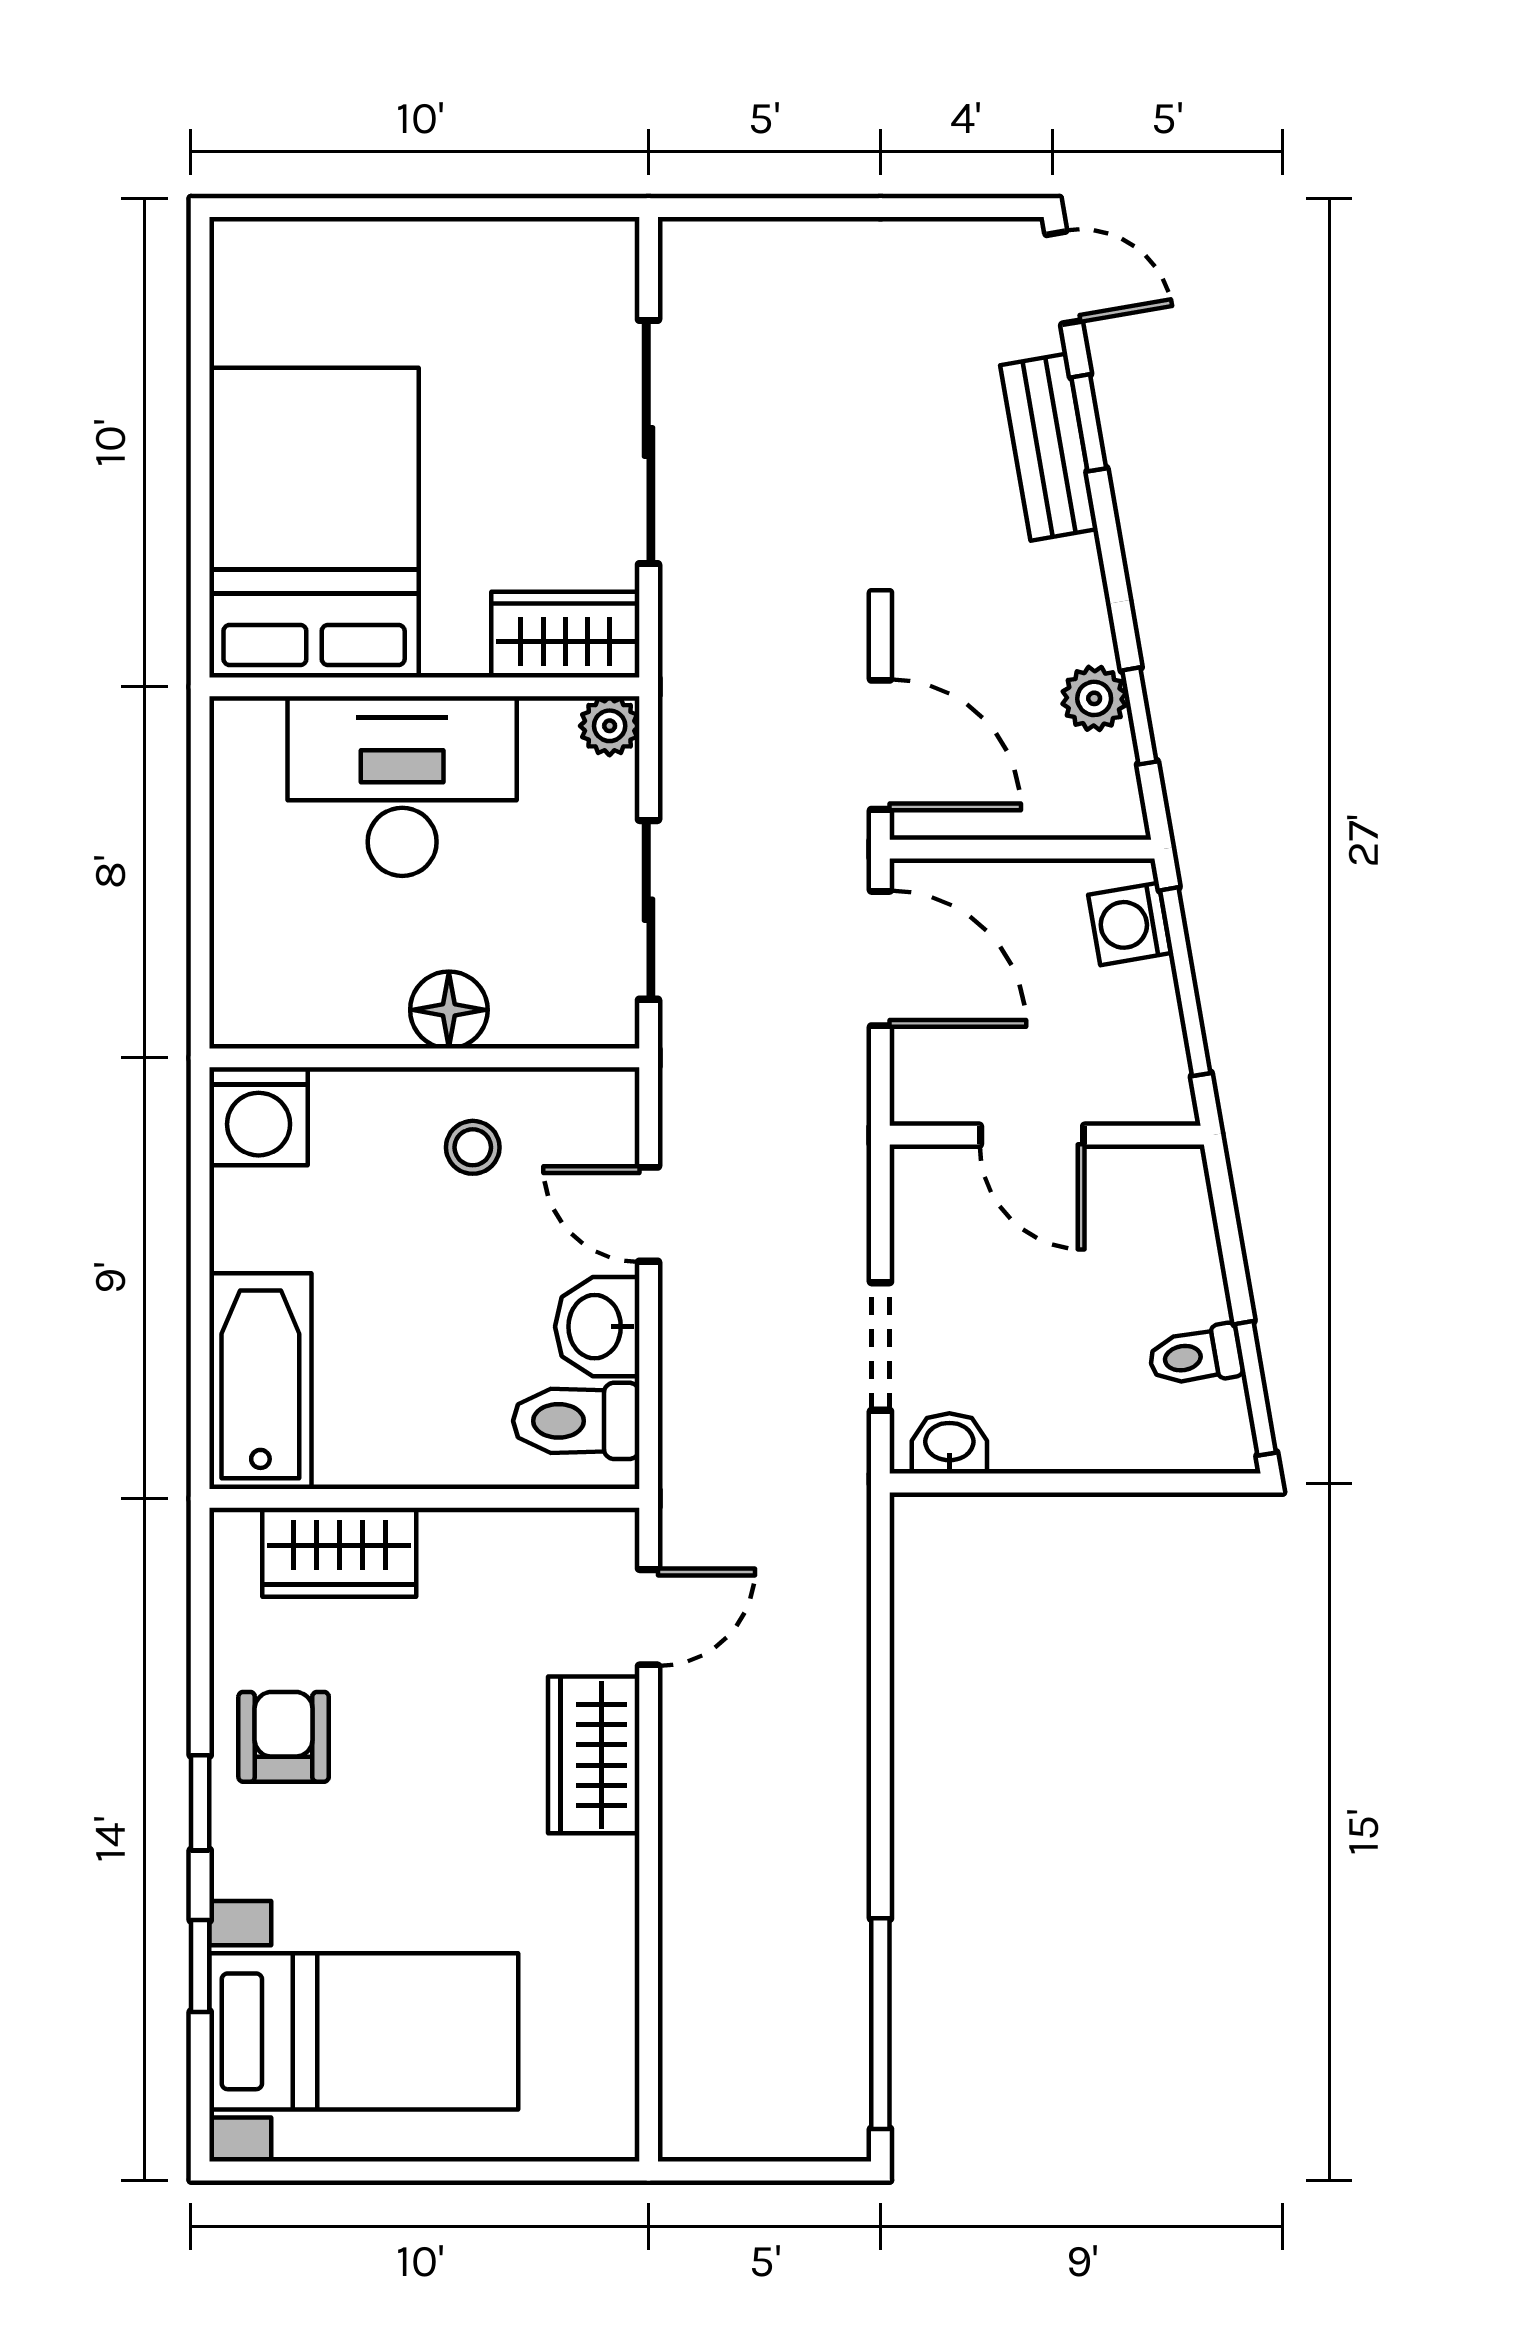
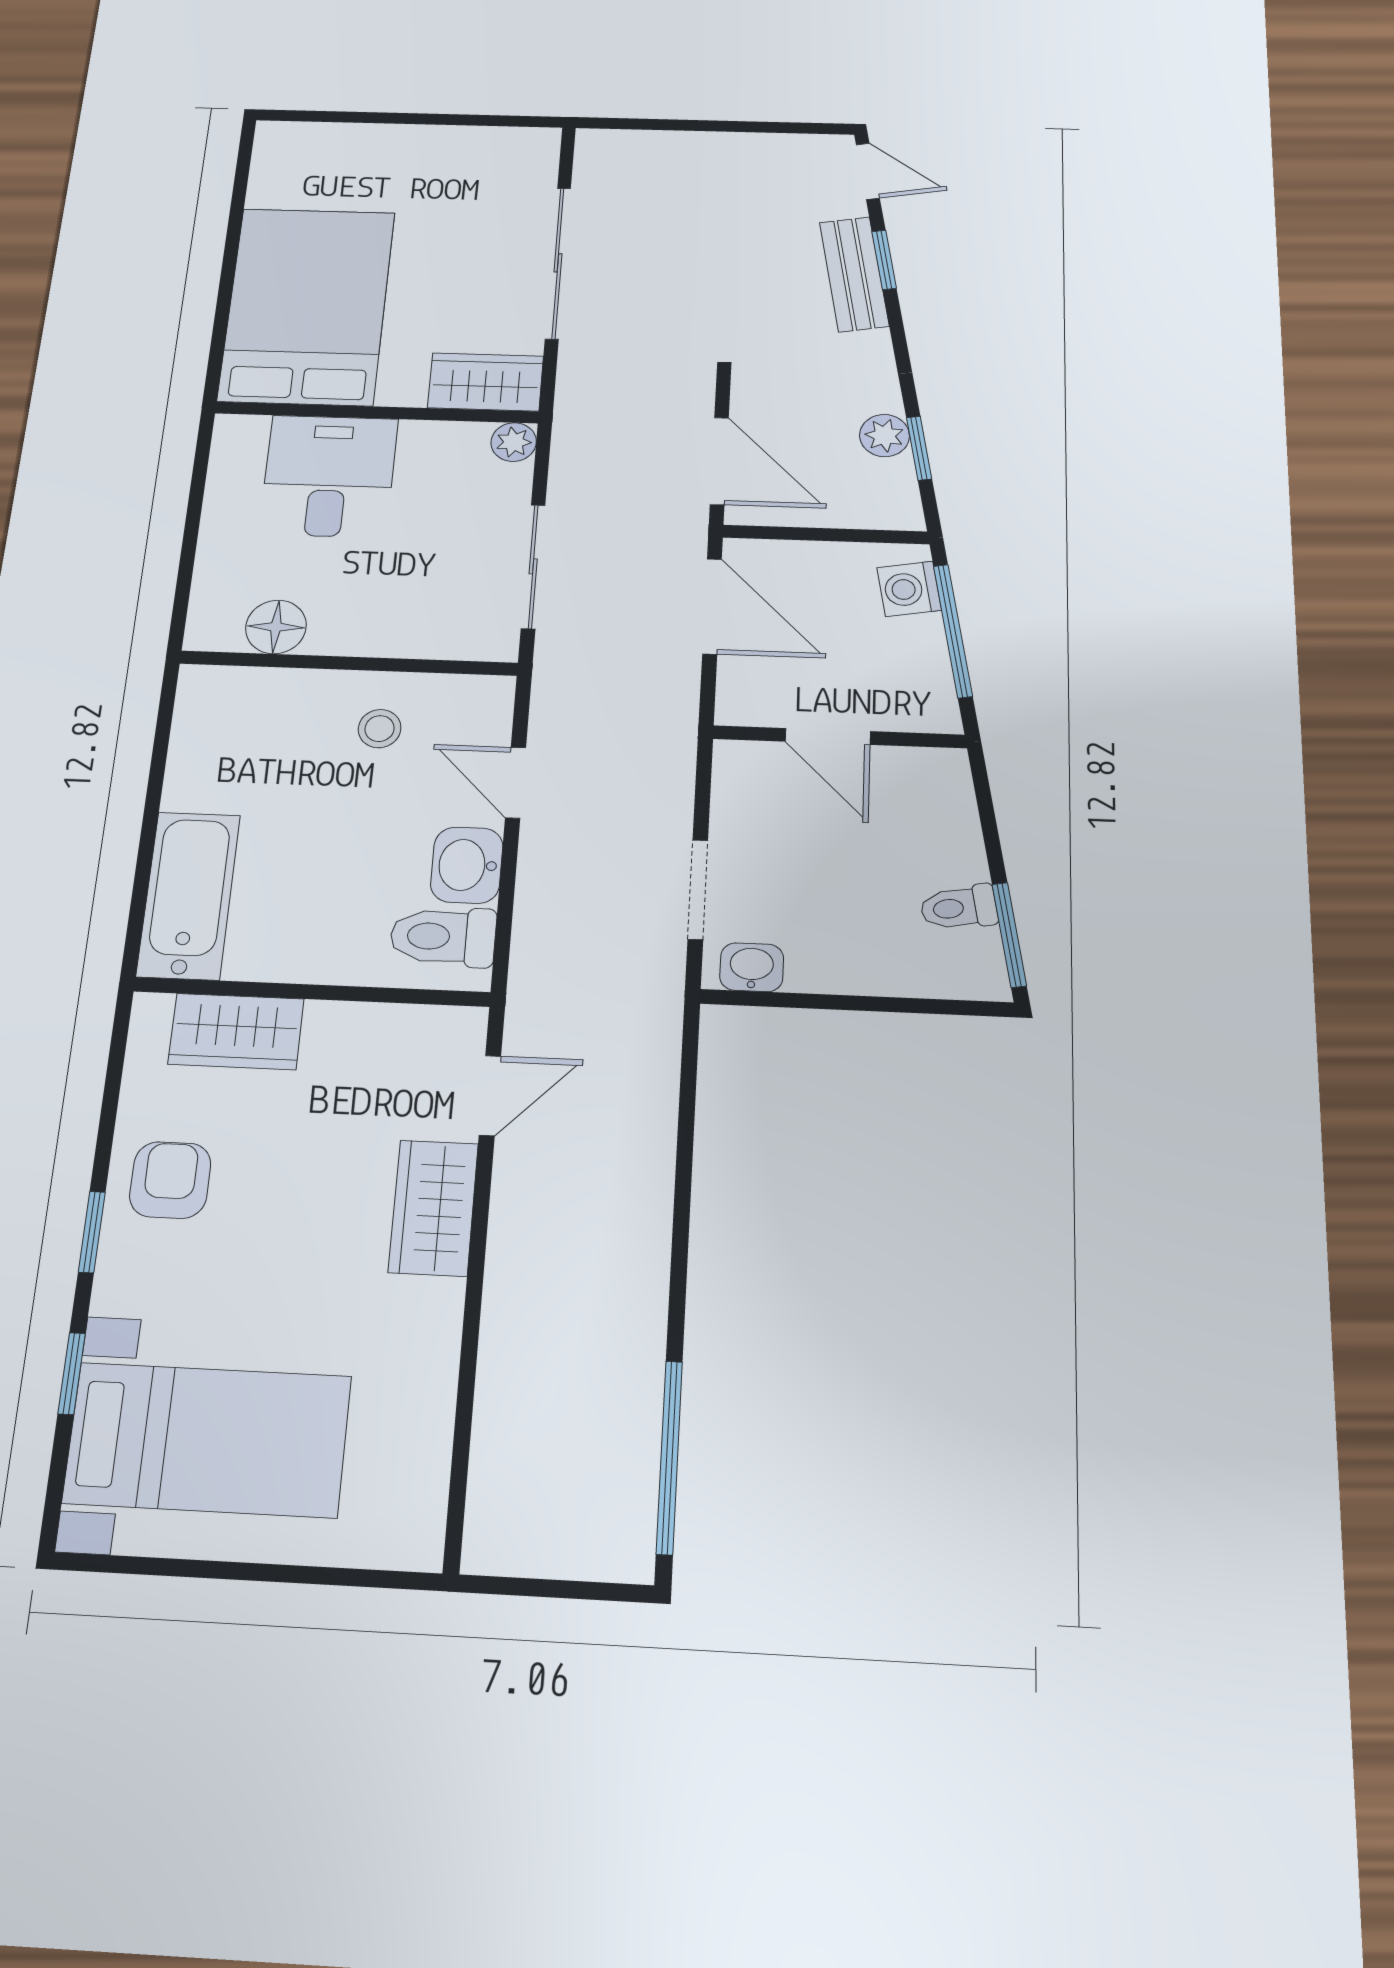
desk: (402, 786) -> (329, 476), width x0.73
floor lamp: (449, 1010) -> (276, 627), moved
washing machine: (259, 1116) -> (213, 700), removed

